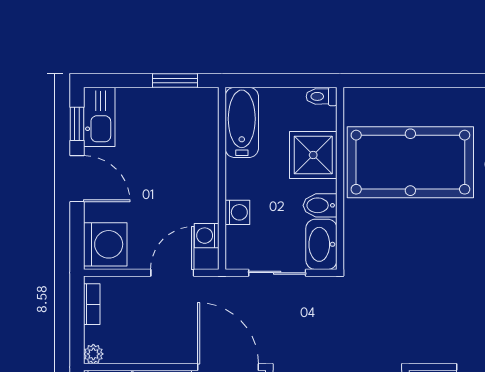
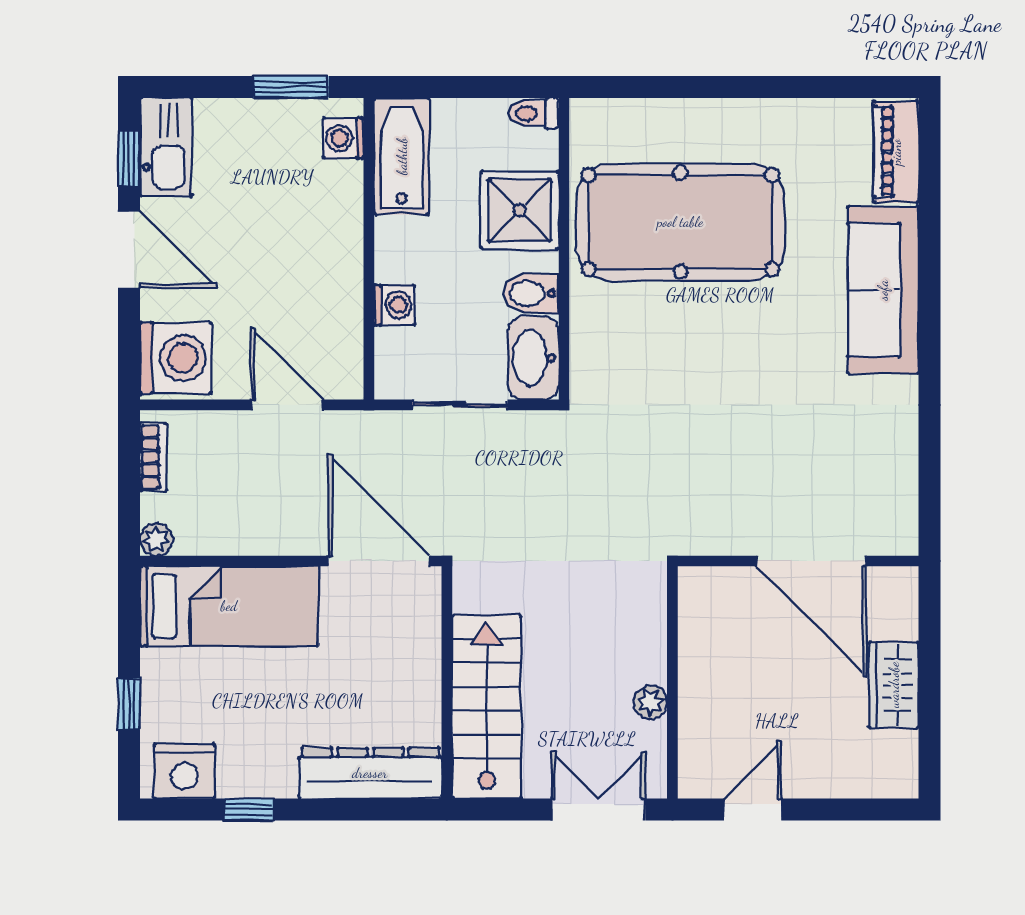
washing machine: (207, 236) -> (343, 138), moved
door: (172, 273) -> (287, 405), hinge flipped

